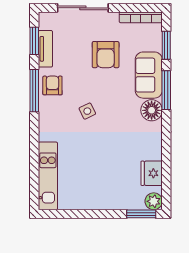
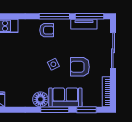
window: (34, 41) -> (89, 16), width x1.44
armchair: (52, 85) -> (47, 30), moved
side table: (87, 111) -> (53, 64), moved

